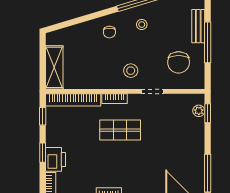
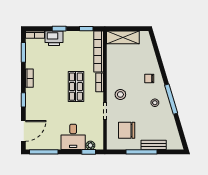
desk: (187, 134) -> (73, 137), added

